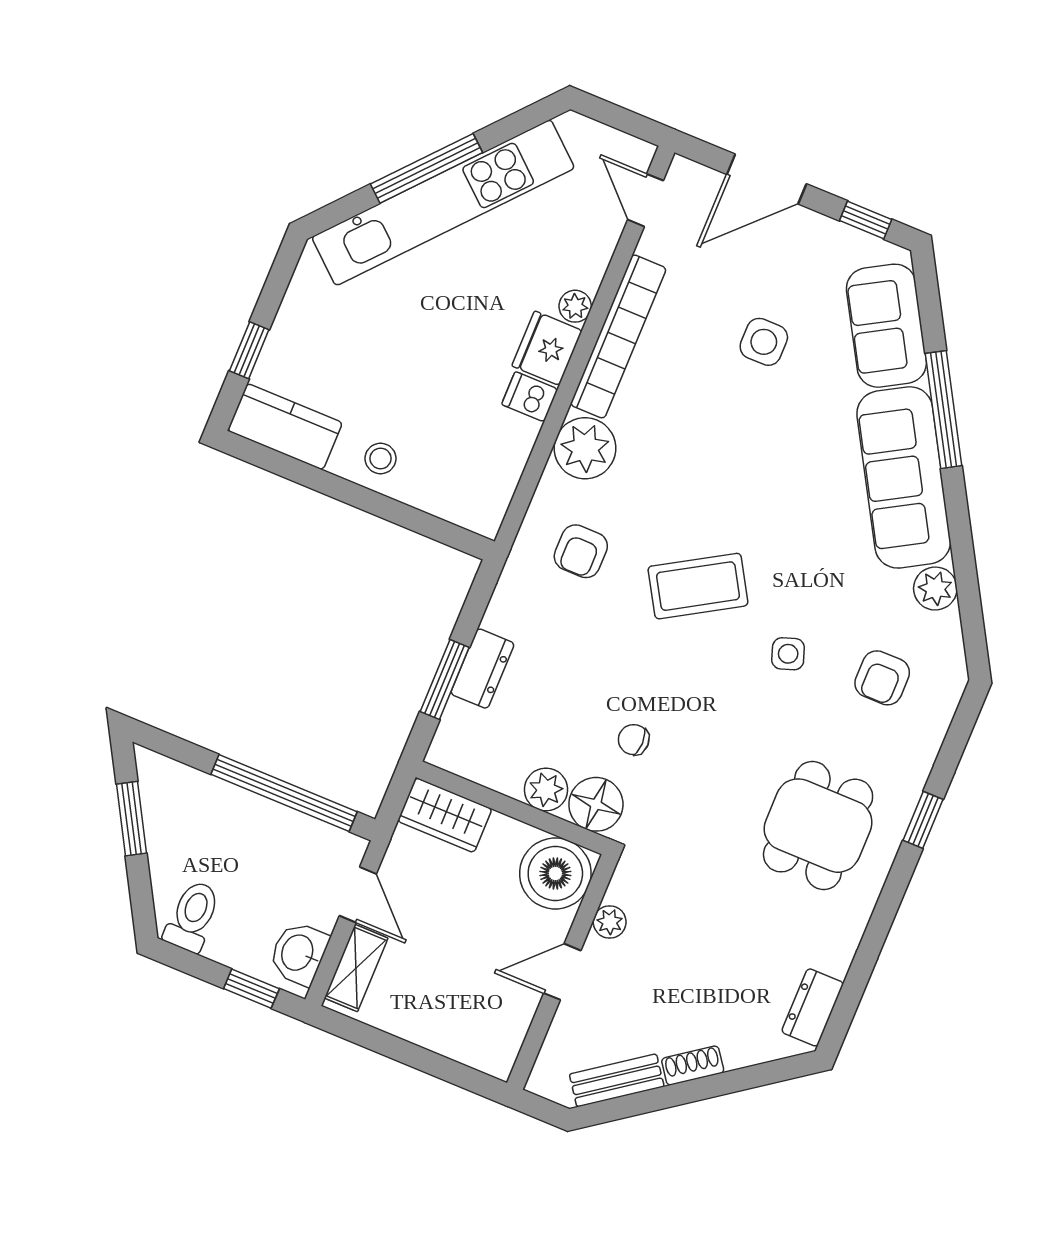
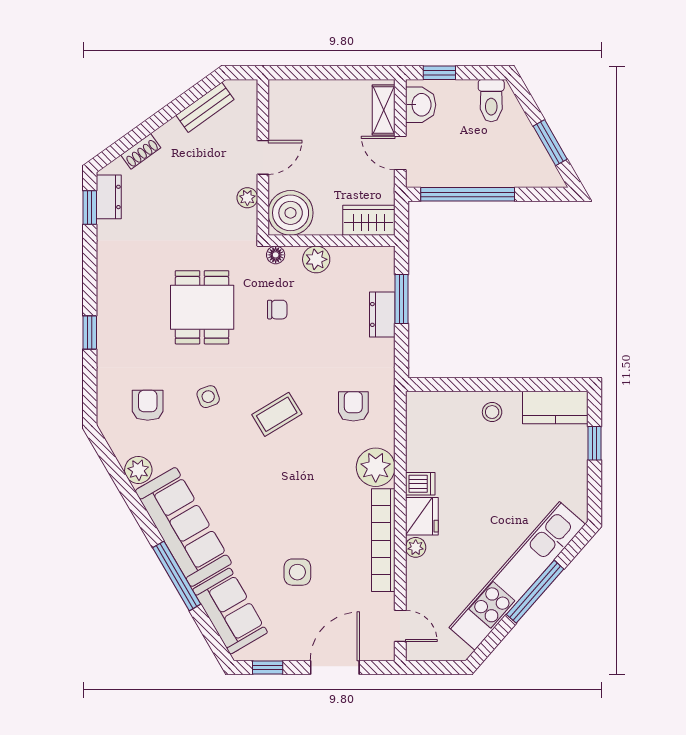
coffee table: (698, 586) -> (277, 414), width x0.73, depth x0.77
floor lamp: (596, 804) -> (276, 255), width x0.53, depth x0.53
dining table: (818, 826) -> (202, 307), moved
window: (847, 1004) -> (90, 207), added
shoe rack: (693, 1066) -> (141, 151), moved

